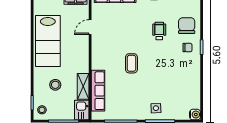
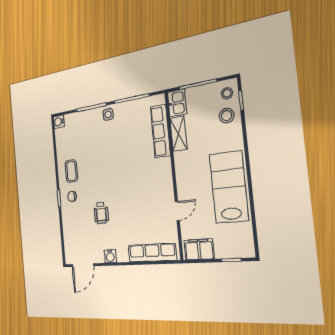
chair: (187, 26) -> (75, 222), removed
coffee table: (131, 63) -> (71, 171), moved
stool: (55, 85) -> (227, 116), moved
side table: (156, 108) -> (108, 114), moved

